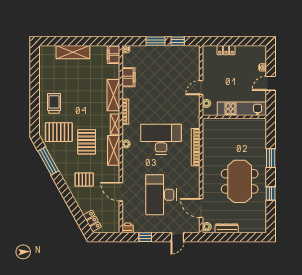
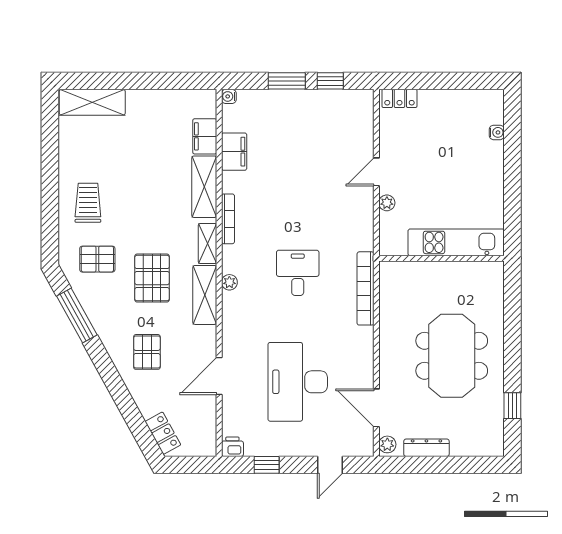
locker: (226, 50) -> (399, 98), moved
shelving: (73, 52) -> (92, 102), moved
filing cabinet: (114, 54) -> (205, 136), moved
door: (271, 83) -> (512, 163), removed
kitchen unit: (242, 109) -> (456, 242), moved
wall: (234, 117) -> (441, 258), moved
pallet: (59, 132) -> (97, 259), width x0.67, depth x0.71
desk: (161, 139) -> (298, 273), width x0.53, depth x0.77
window: (271, 158) -> (512, 310), removed
pallet: (84, 179) -> (147, 352), turned 90
door: (121, 192) -> (219, 376), hinge flipped
window: (271, 194) -> (512, 406), moved

